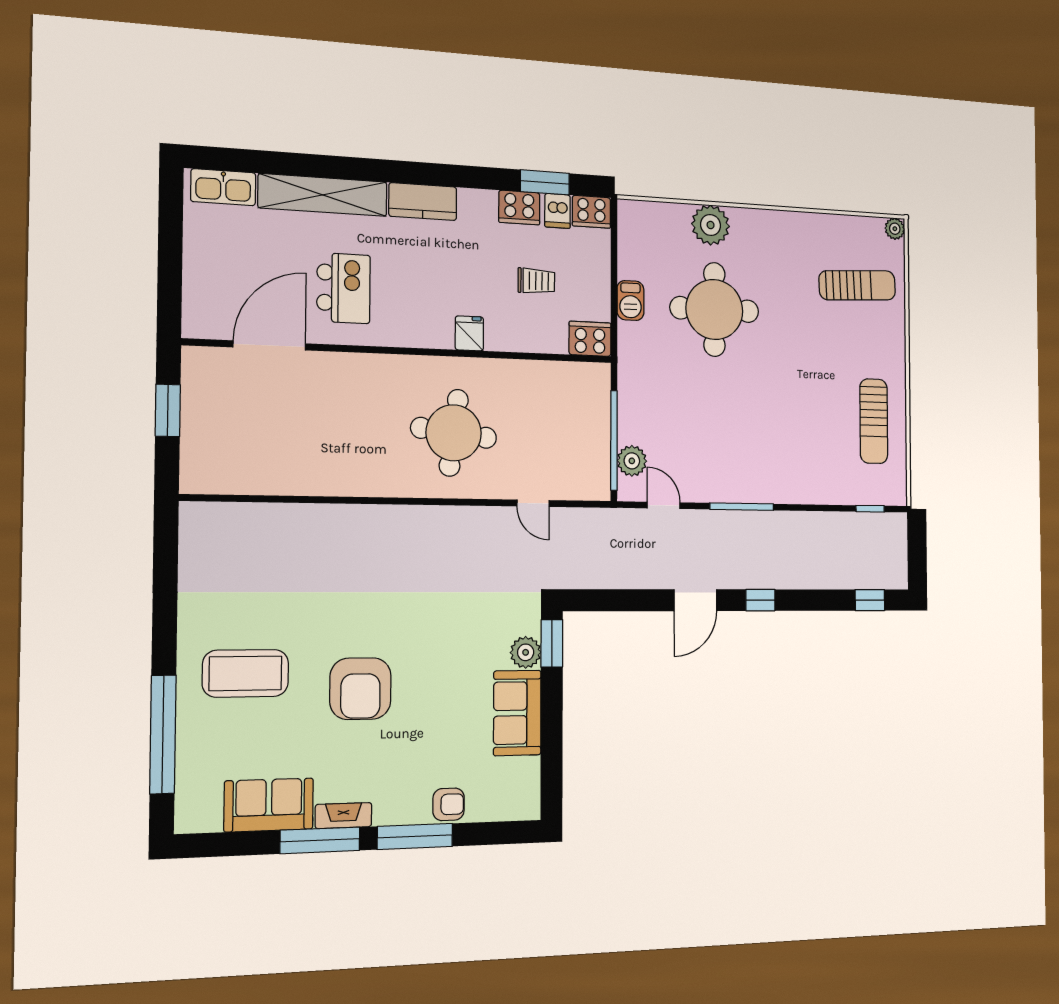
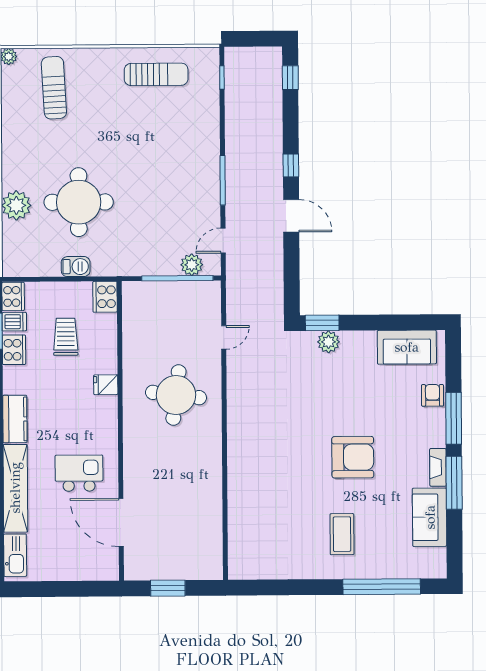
trolley: (536, 281) -> (66, 337), width x1.36, depth x1.39
coffee table: (245, 673) -> (342, 534), width x0.73, depth x0.76
sofa: (517, 713) -> (407, 347), moved

